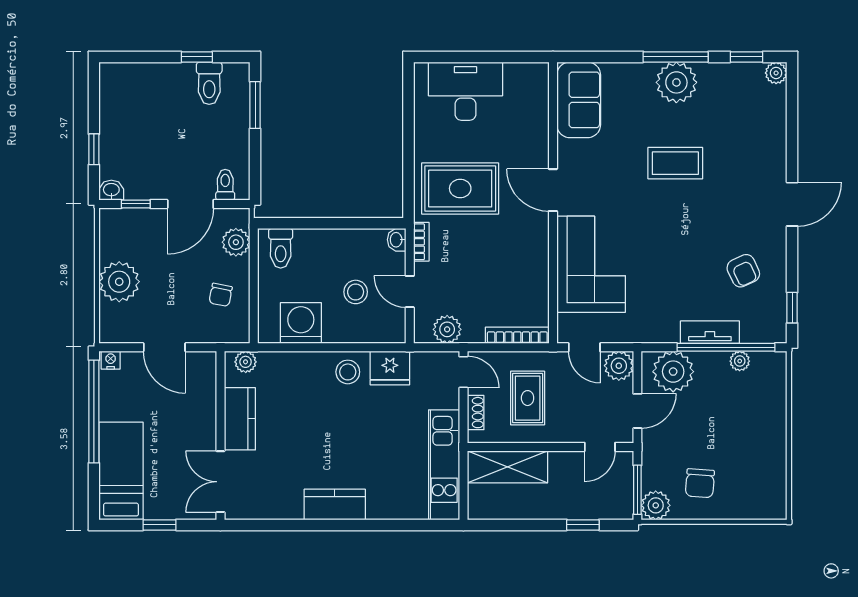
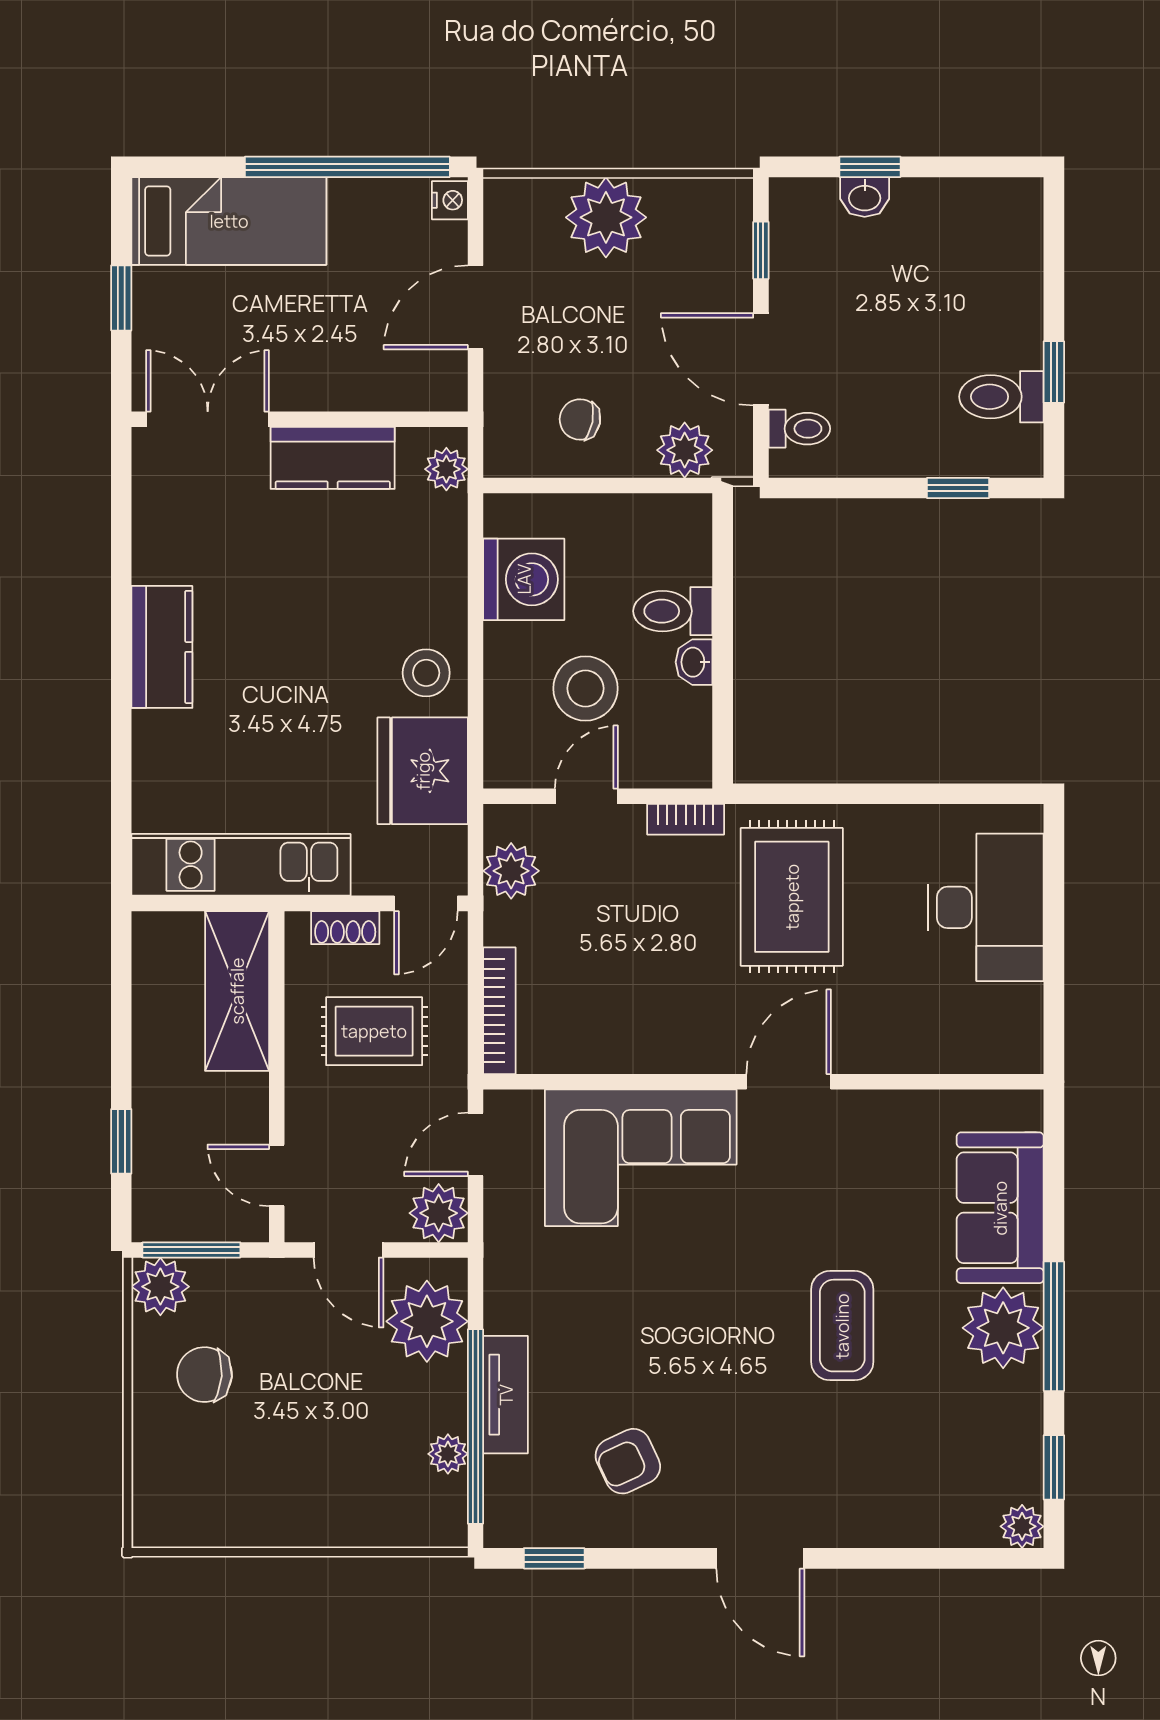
sofa: (579, 100) -> (1000, 1208), moved, turned 90
window: (255, 105) -> (958, 488), width x0.67
washbasin: (111, 190) -> (865, 197), moved, turned 90
washbasin: (397, 240) -> (694, 662), moved, turned -90
toilet: (281, 248) -> (673, 611), moved
stool: (356, 292) -> (585, 688), width x1.38, depth x1.38
fridge: (390, 368) -> (423, 771), width x1.36, depth x1.34

